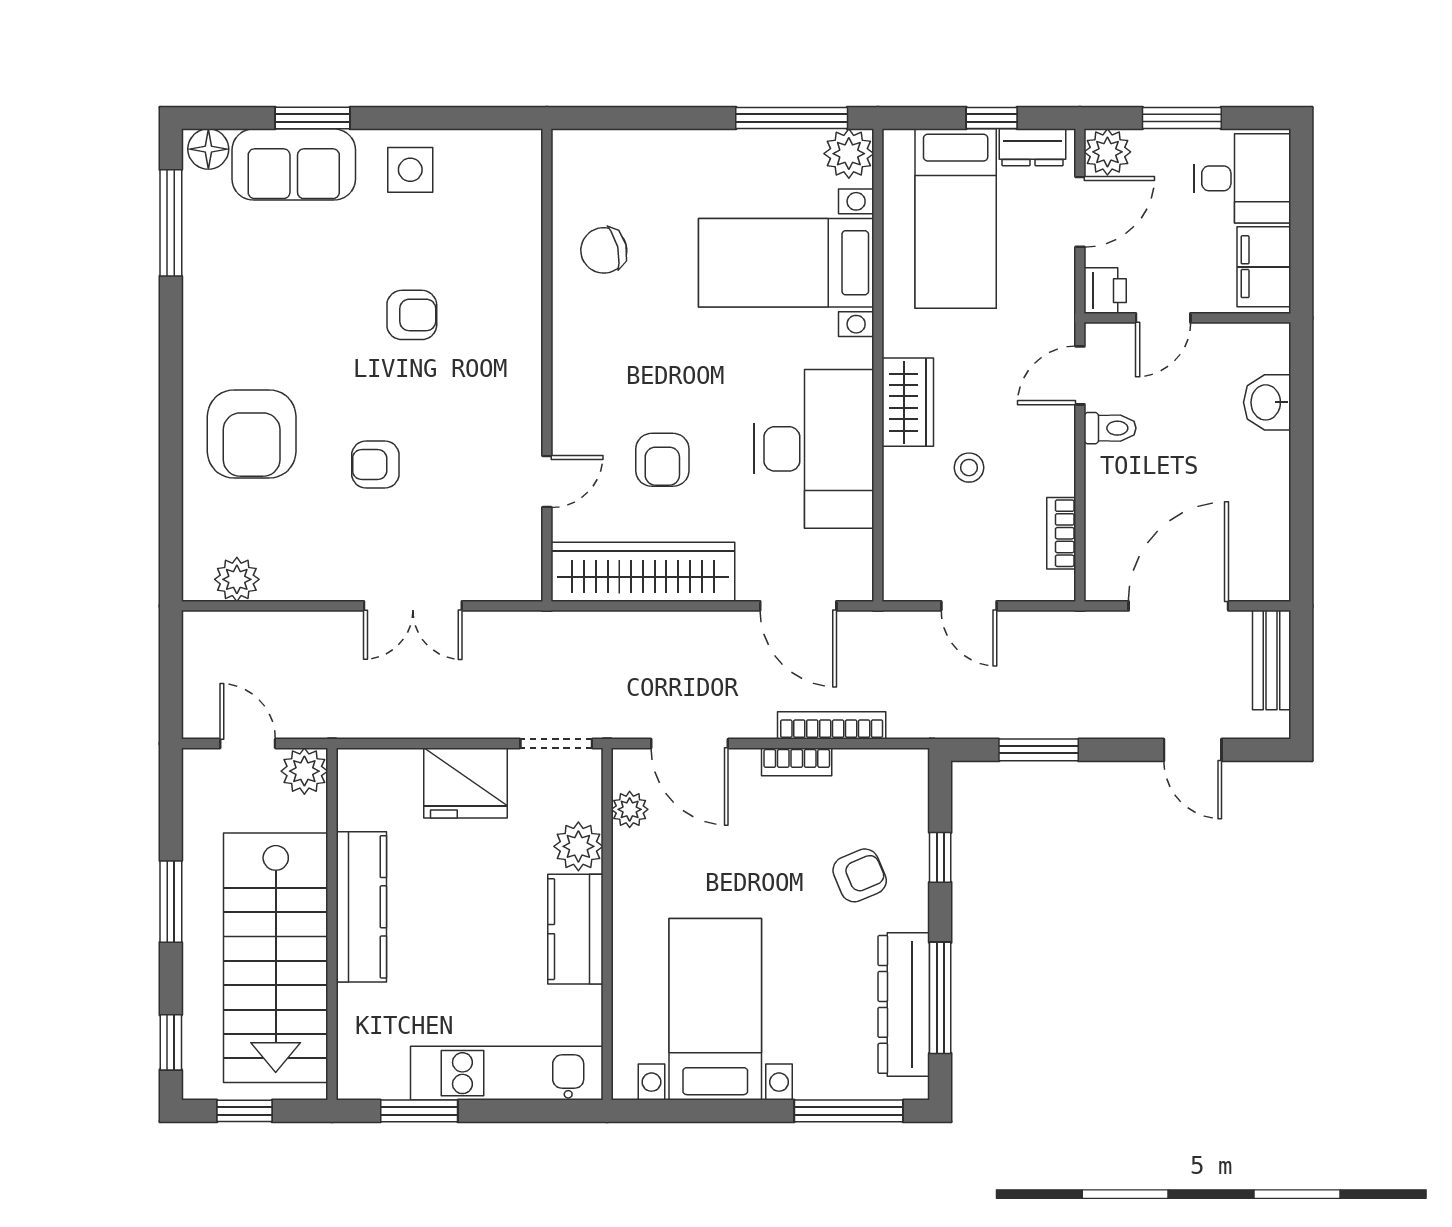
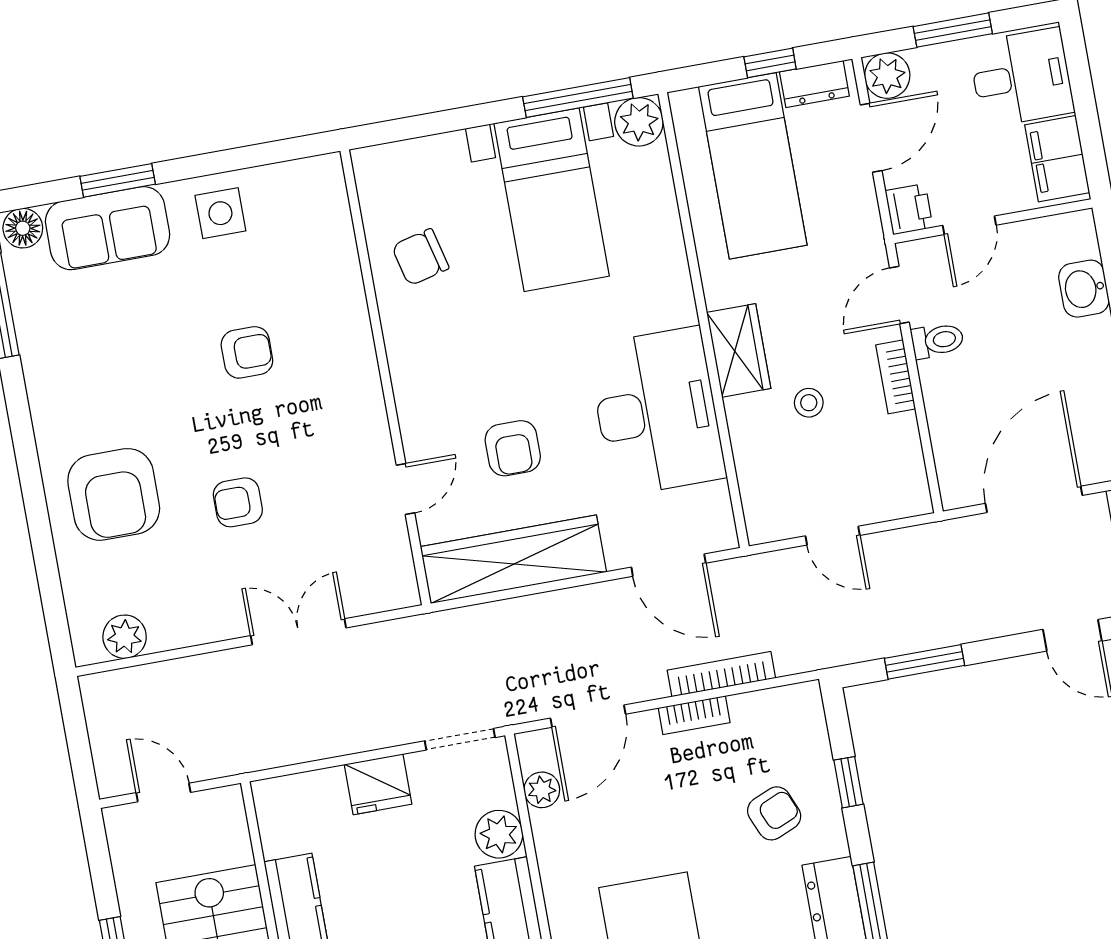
bed with nightstands: (786, 263) -> (552, 200), moved, turned -90
bookcase: (1061, 533) -> (896, 377), moved
double door: (413, 606) -> (298, 632), swing flipped
door: (690, 743) -> (588, 716), hinge flipped
plant: (304, 771) -> (223, 809), removed
fridge: (466, 783) -> (378, 784), width x0.73, depth x0.75

